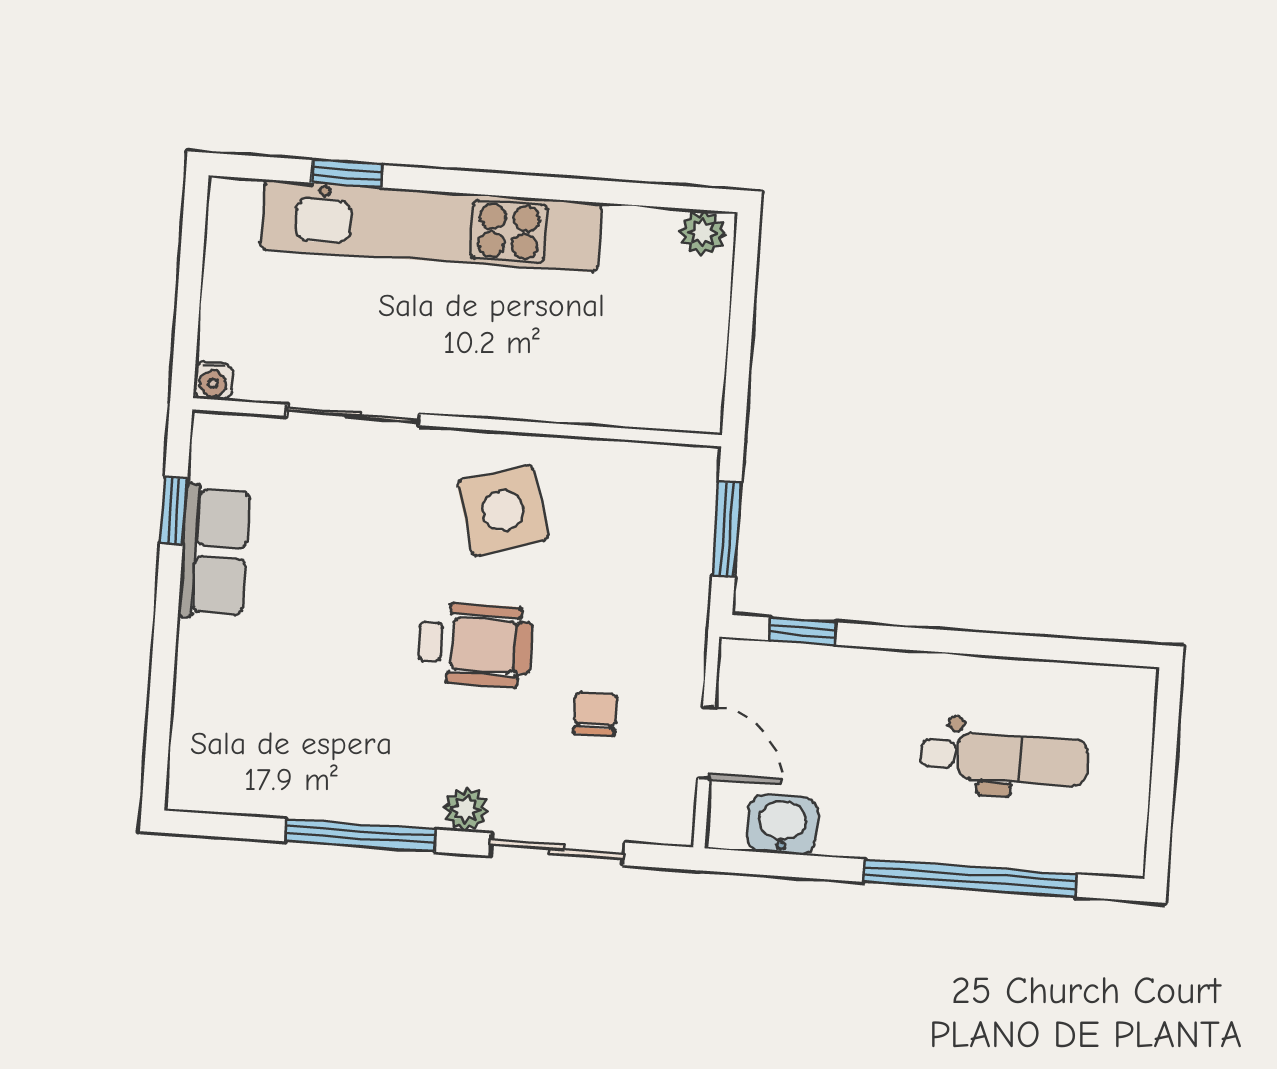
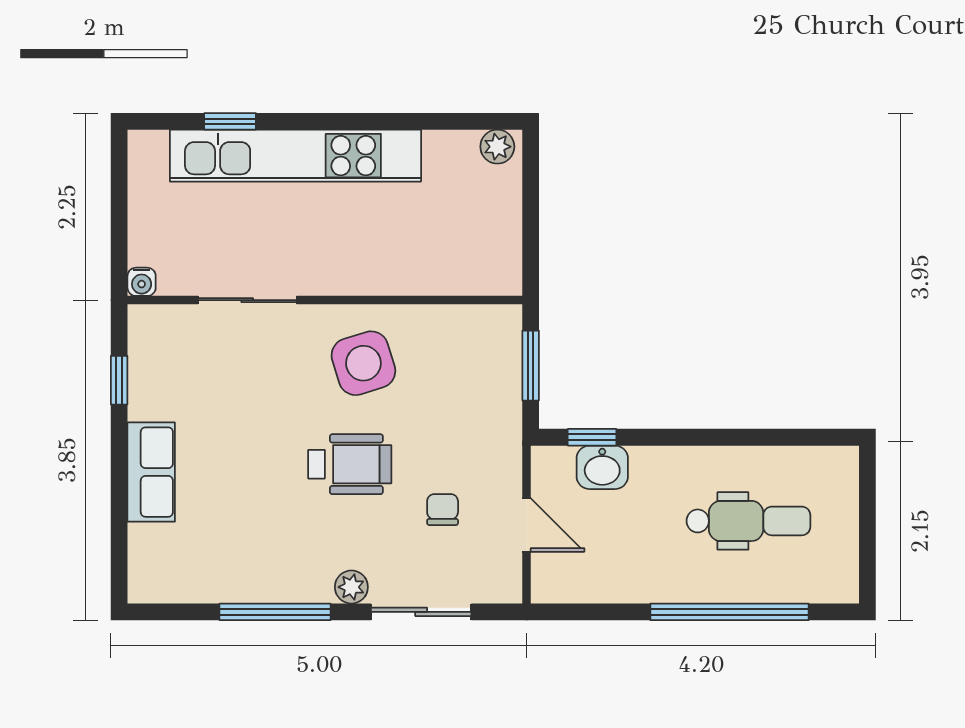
row of seats: (214, 552) -> (151, 472), moved
washbasin: (782, 824) -> (602, 467), moved, turned 180

